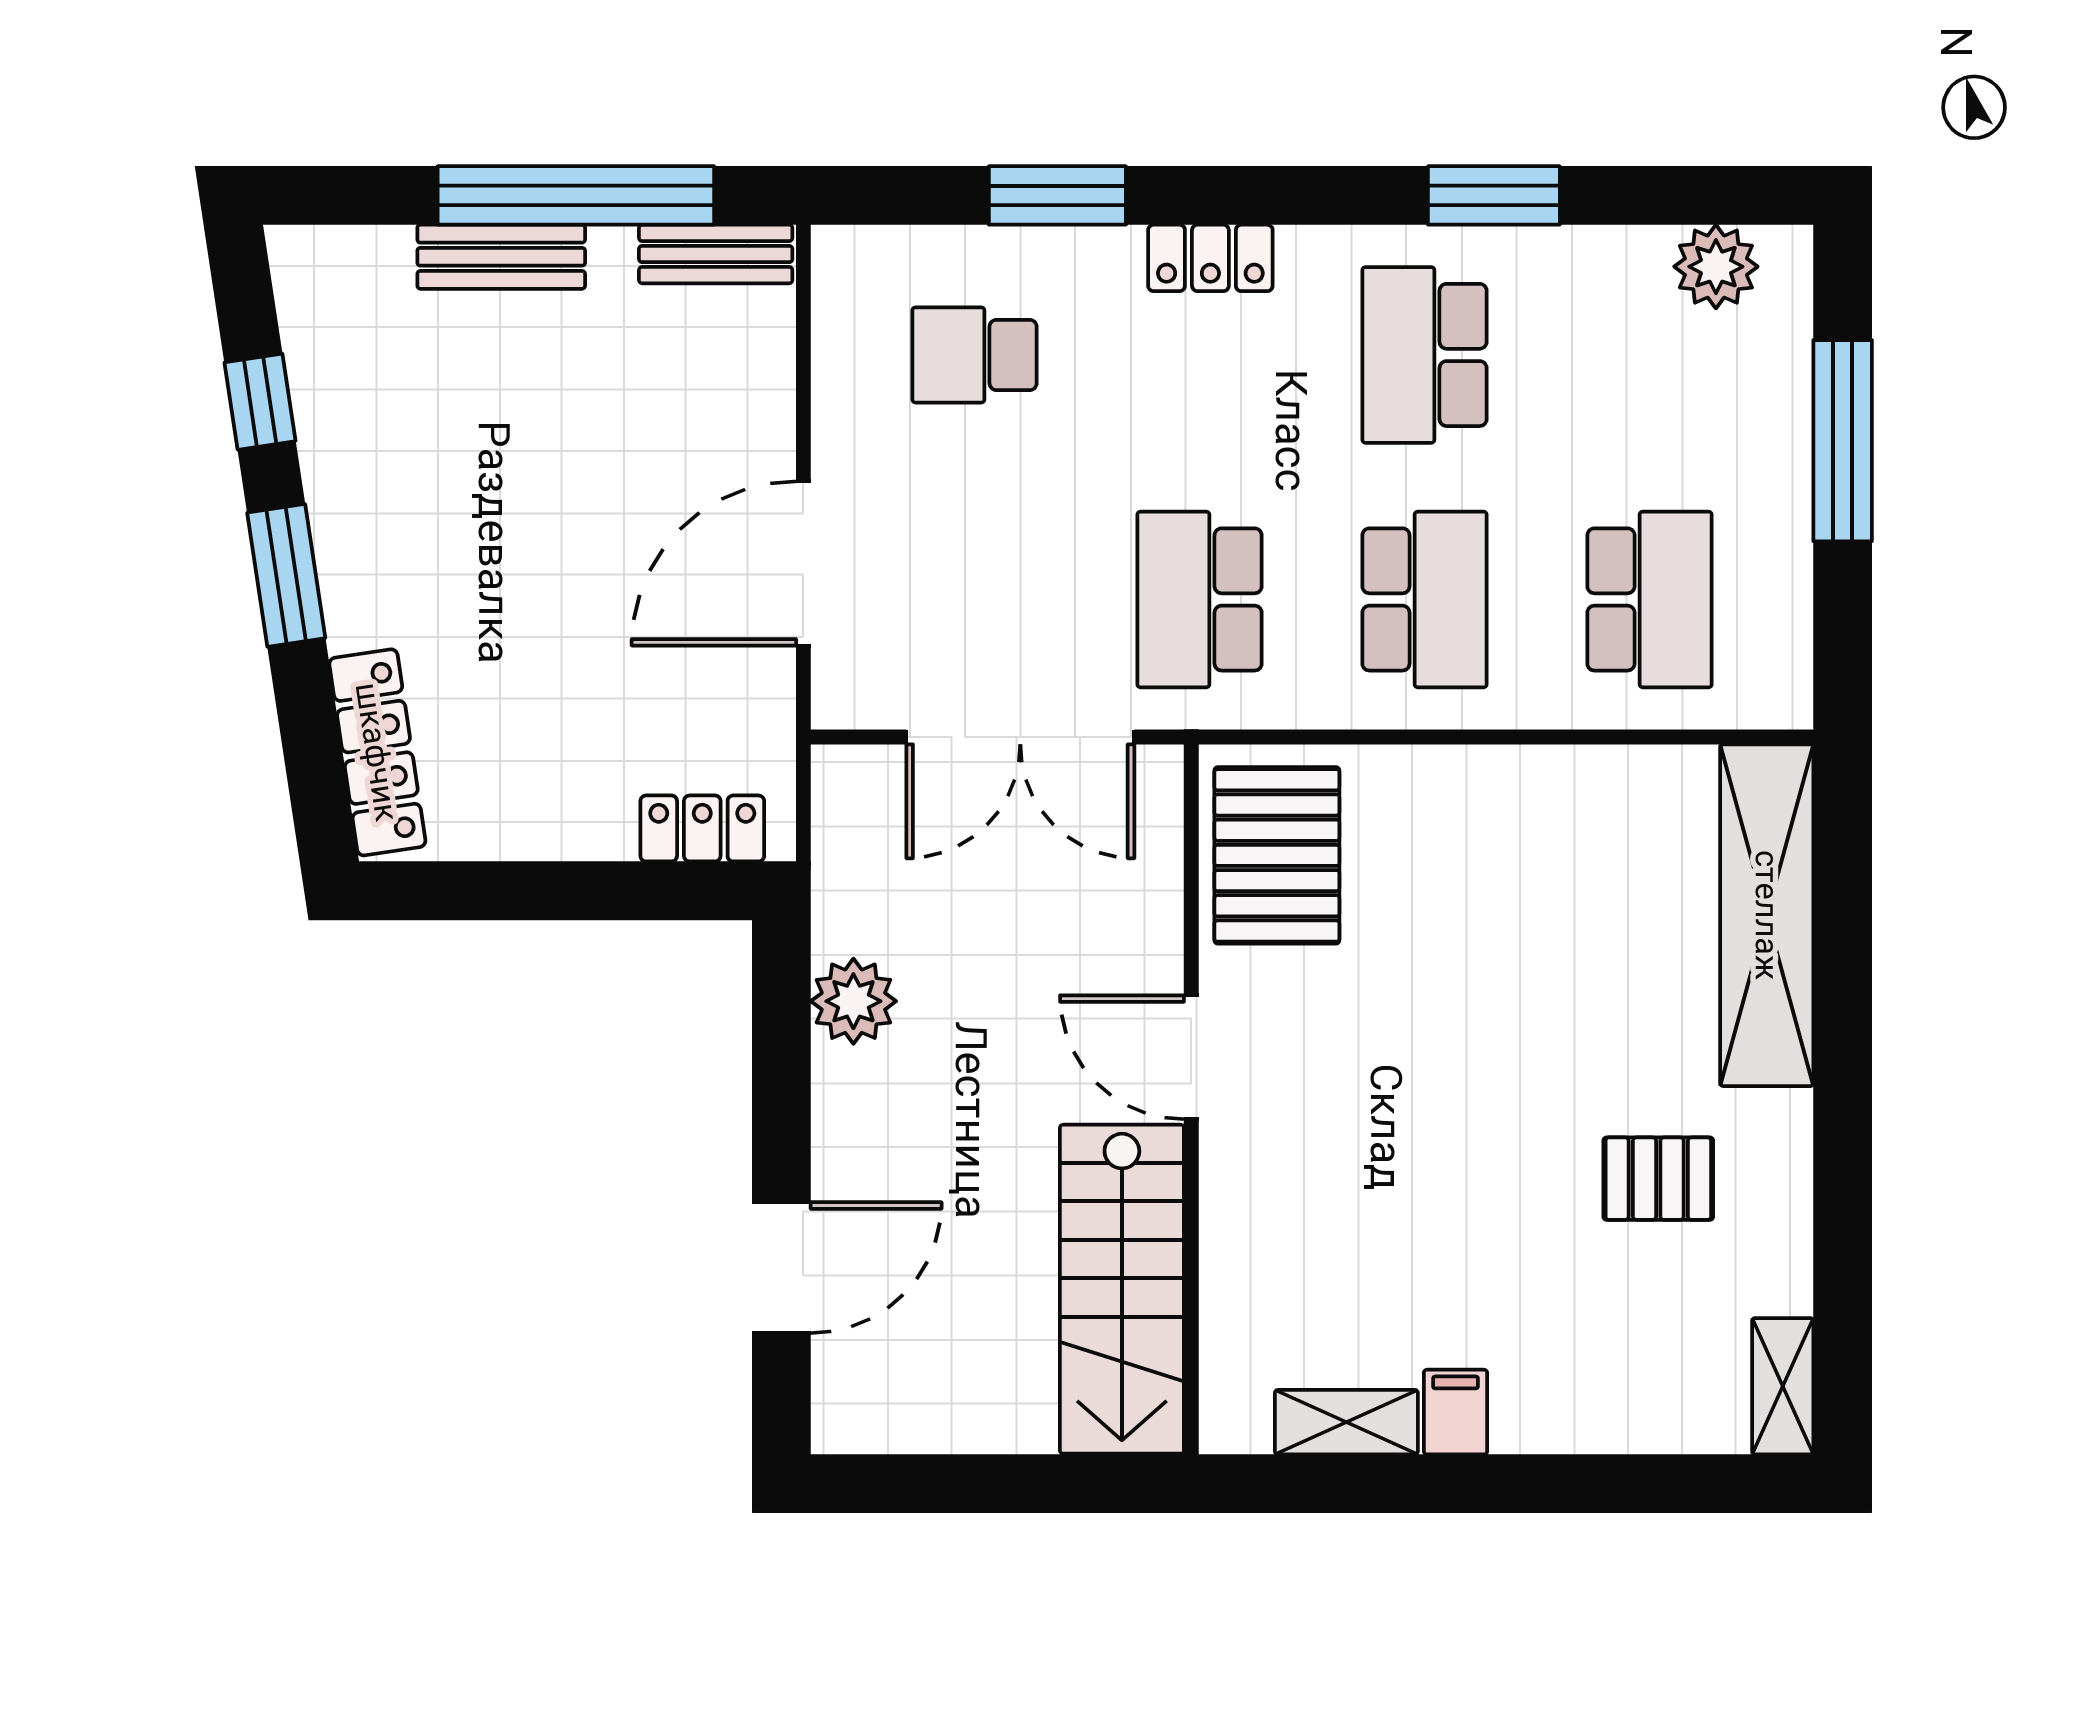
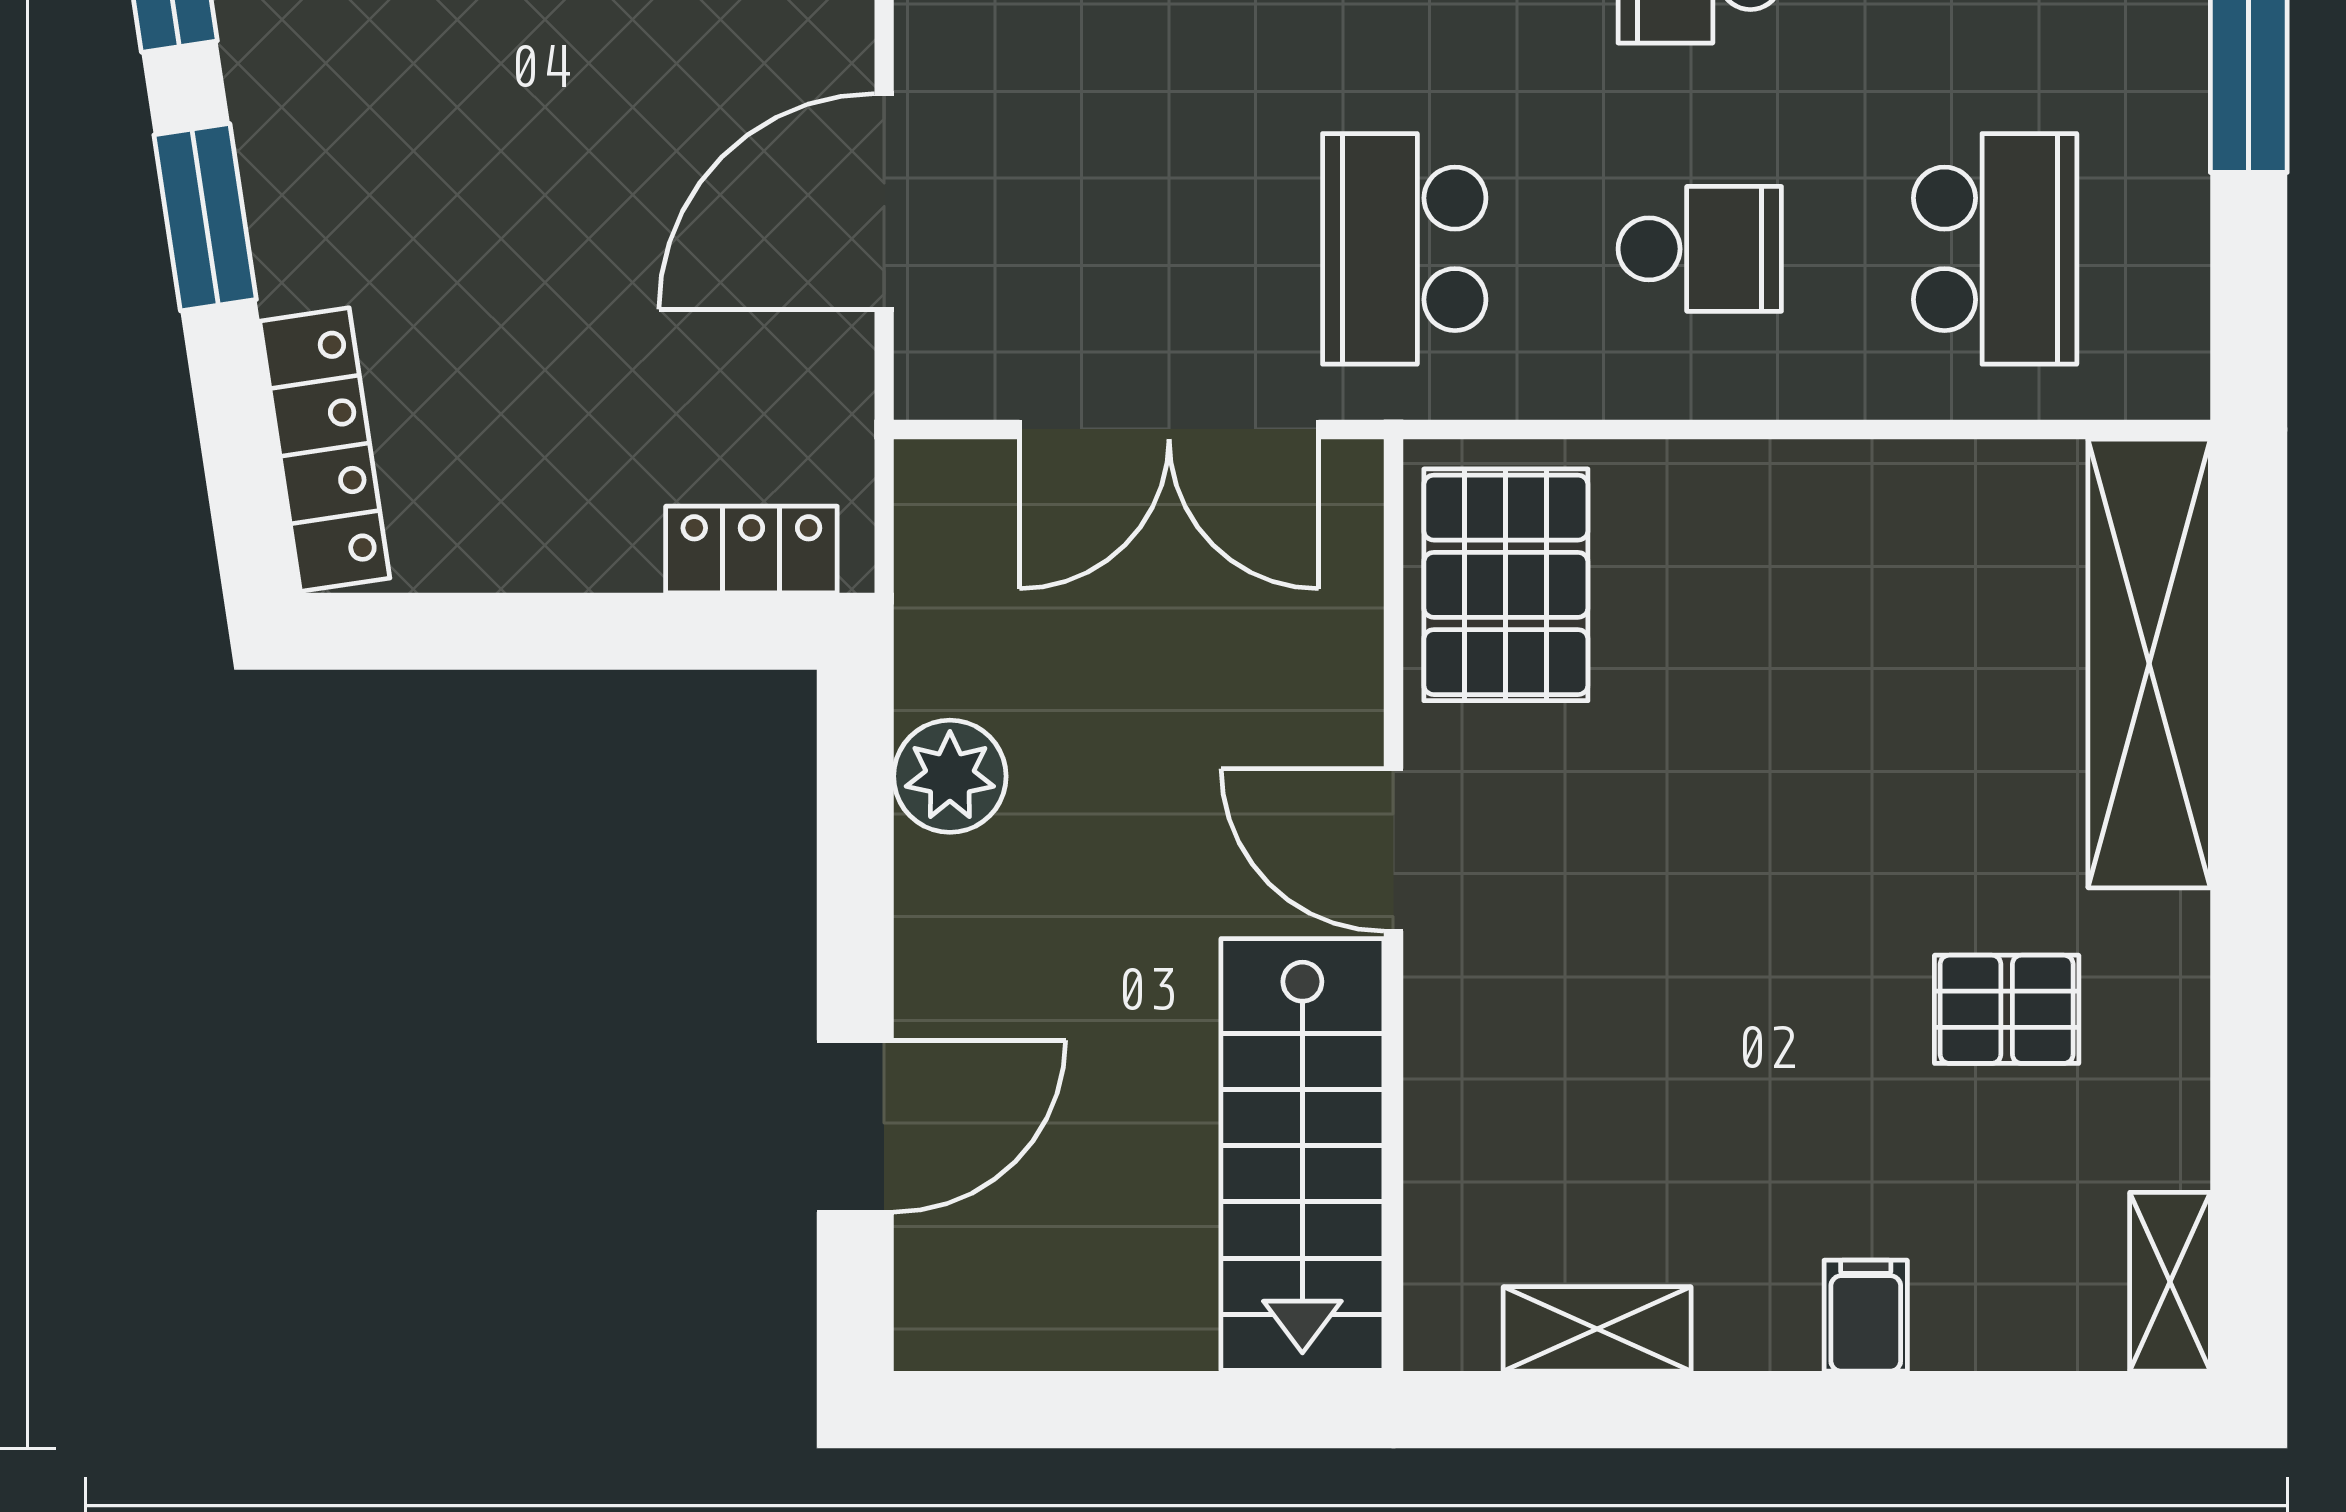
school desk: (1425, 599) -> (1700, 249), width x0.54
filing cabinet: (1455, 1412) -> (1866, 1316), moved

